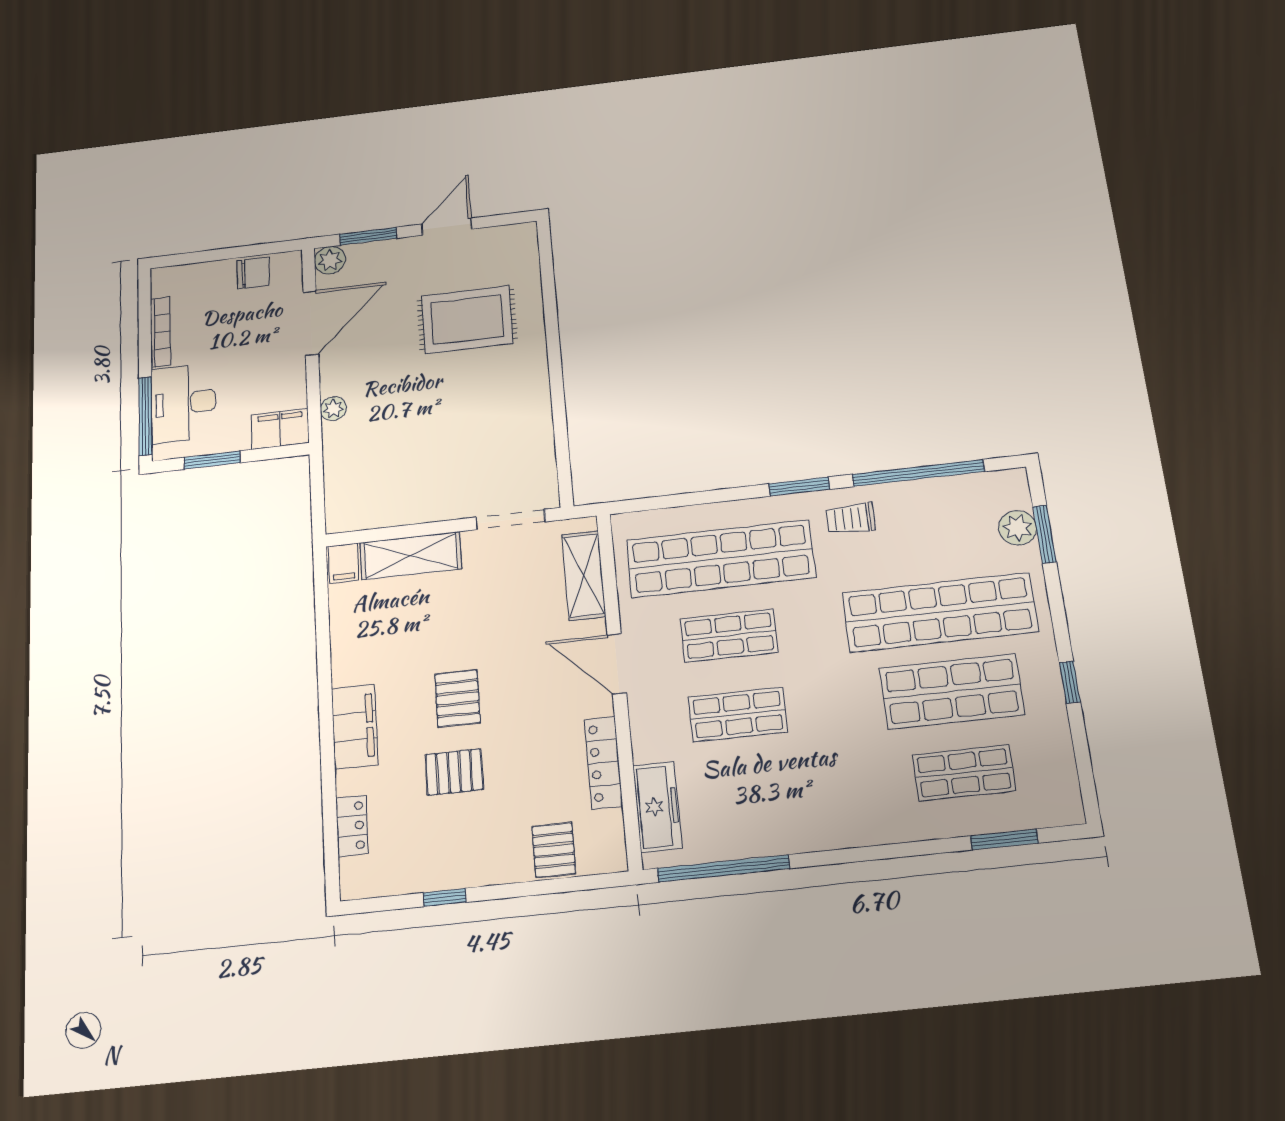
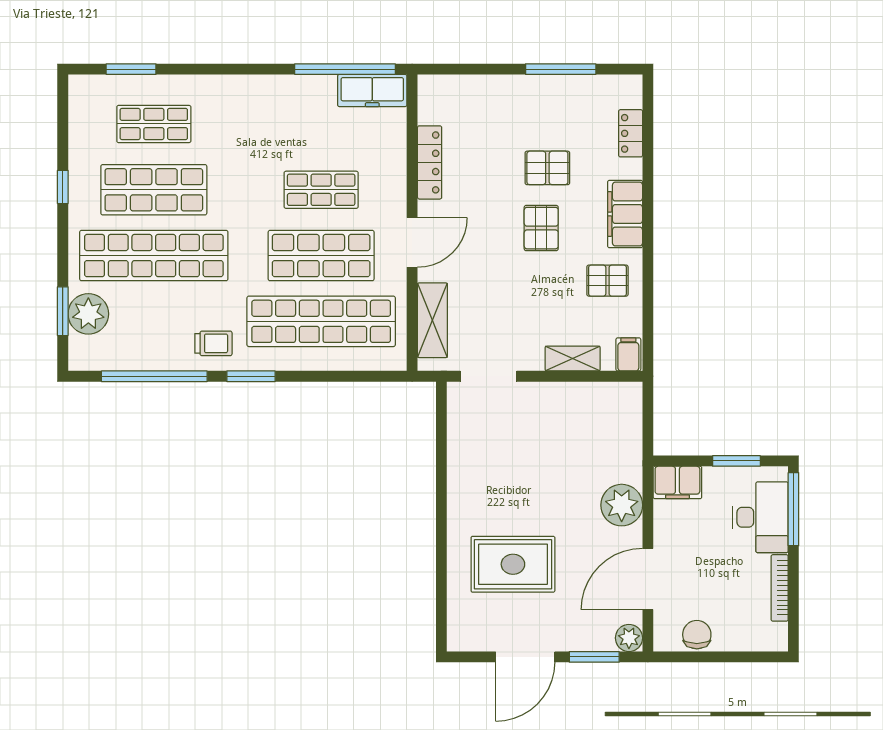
door: (447, 227) -> (525, 657), width x1.36
chair: (253, 273) -> (697, 635), turned 90
plant: (333, 409) -> (622, 505), width x1.88, depth x1.88
plant: (1018, 528) -> (88, 314), width x1.36, depth x1.36
shelving: (411, 556) -> (573, 359), width x0.67, depth x0.75
shop shelf: (729, 636) -> (321, 256), width x1.43, depth x1.36
door: (617, 664) -> (412, 242), hinge flipped
freezer: (657, 807) -> (372, 90), moved, turned -90
pallet: (554, 850) -> (607, 281), moved, turned 90
window: (445, 897) -> (561, 69), width x2.17

